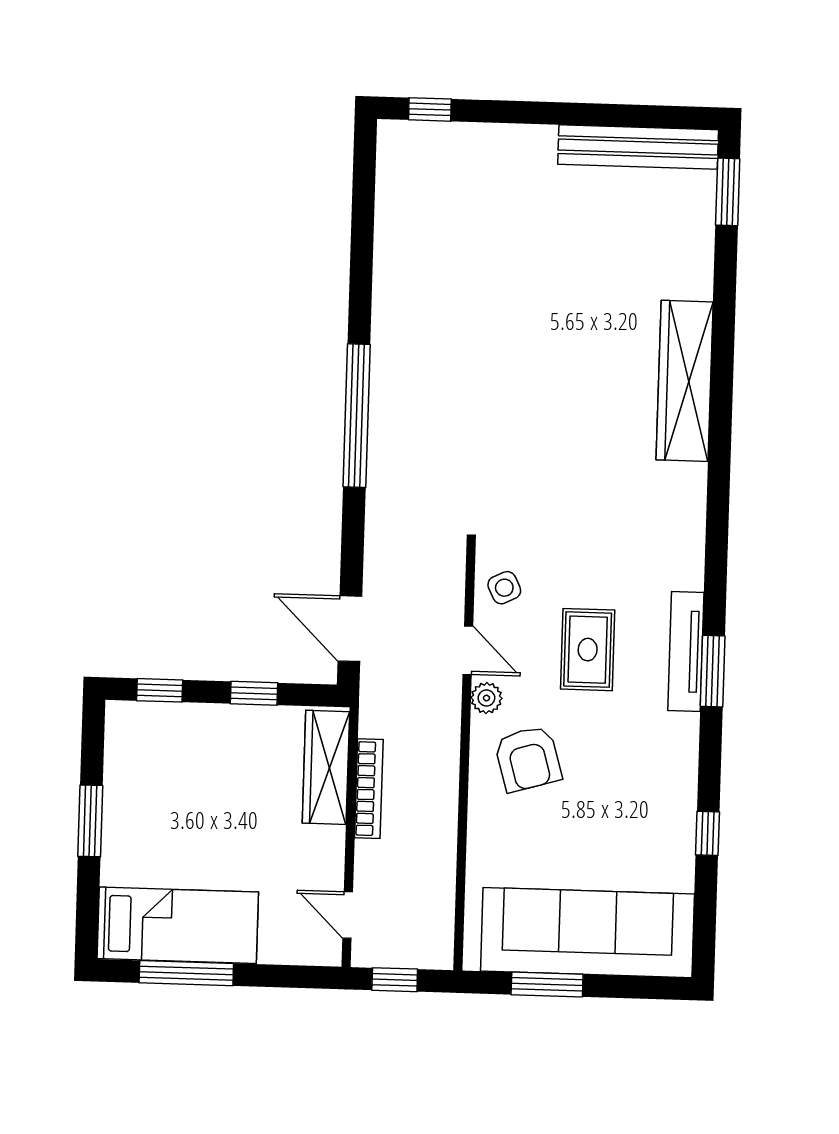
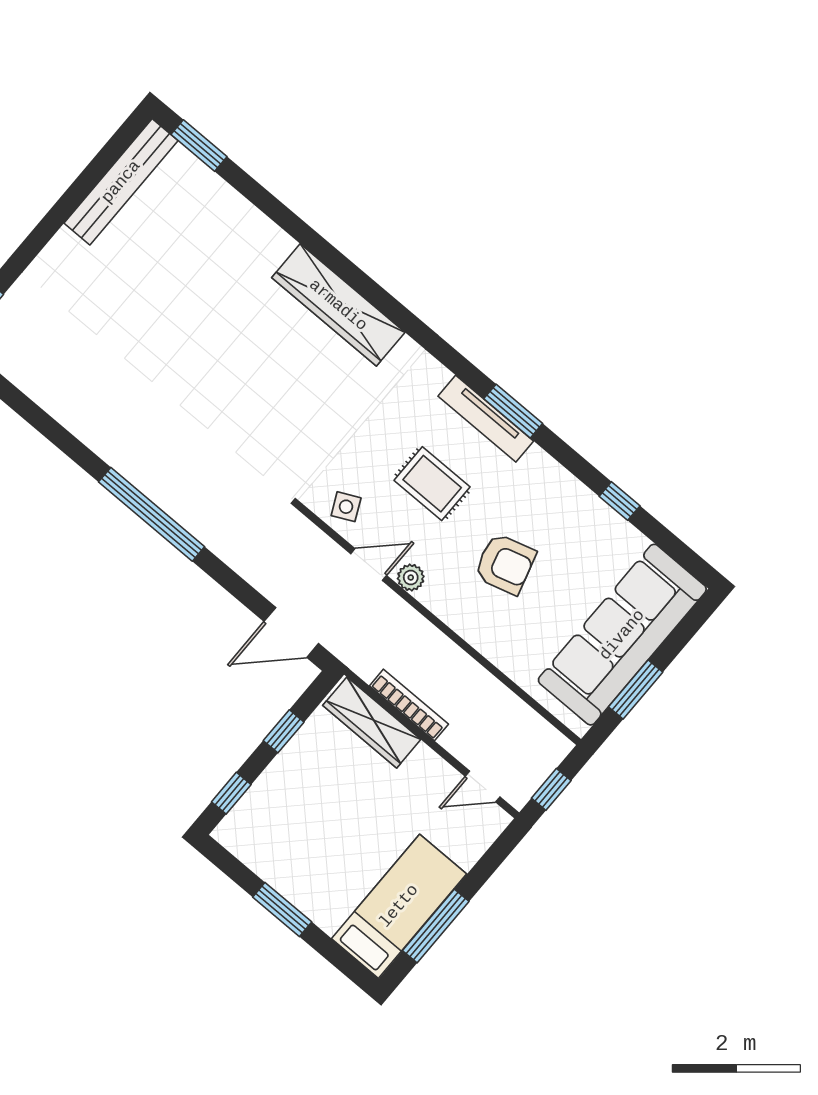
wardrobe: (685, 381) -> (338, 305), moved
armchair: (528, 759) -> (505, 564), moved

